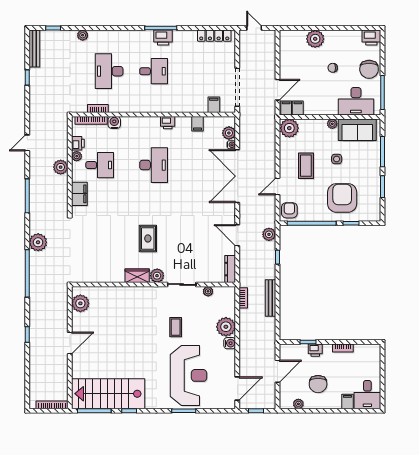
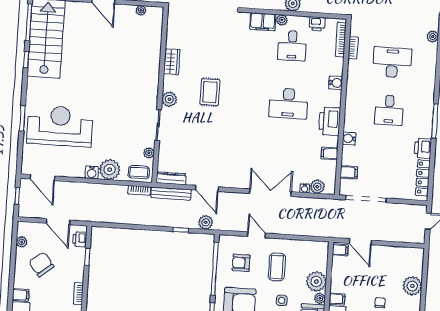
printer: (163, 38) -> (423, 148), moved
water cooler: (182, 107) -> (349, 139), added
filing cabinet: (298, 108) -> (337, 299), moved
water cooler: (114, 122) -> (336, 83), moved
printer: (168, 123) -> (330, 121), width x1.87, depth x1.48
plant: (289, 128) -> (316, 282), moved
plant: (77, 156) -> (282, 20), moved
coffee table: (306, 166) -> (277, 267), turned 90
double door: (237, 176) -> (270, 193), width x0.73
armchair: (289, 210) -> (241, 263), moved, turned 180
door: (237, 235) -> (207, 188), swing flipped
rug: (148, 238) -> (210, 92), turned 90
wardrobe: (137, 276) -> (172, 62), moved
bench: (270, 298) -> (171, 194), moved
plant: (80, 303) -> (141, 10), width x0.53, depth x0.53
coffee table: (176, 327) -> (139, 172), moved
printer: (315, 350) -> (80, 239), moved
reception desk: (189, 375) -> (60, 126), turned 180
chair: (318, 384) -> (41, 264), turned 52

